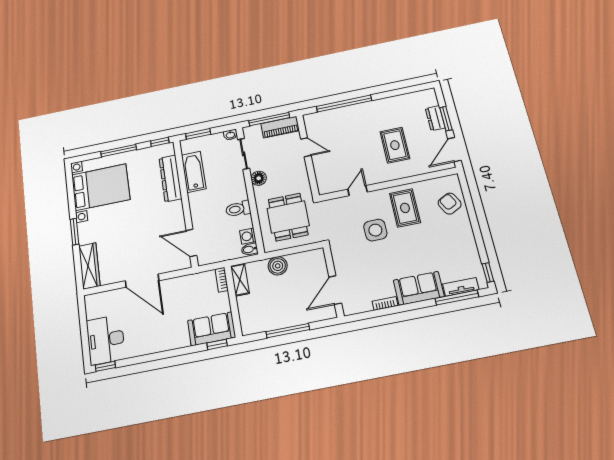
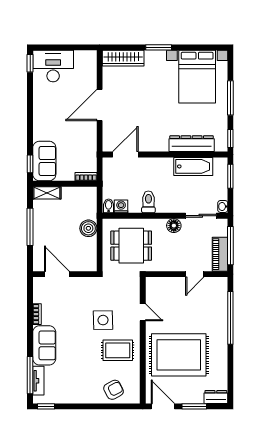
dresser: (435, 118) -> (216, 397), moved
rug: (395, 145) -> (179, 355), width x1.86, depth x2.06
shelving: (240, 280) -> (47, 193), moved

